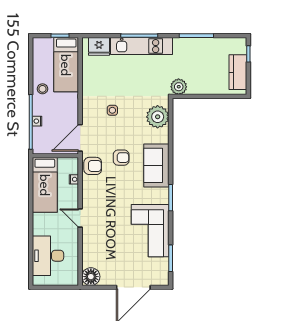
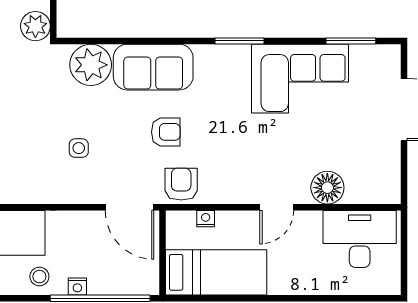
nightstand: (37, 121) -> (77, 286), moved
armchair: (121, 158) -> (166, 132), turned 90
sofa: (156, 165) -> (153, 67), moved
desk: (48, 256) -> (360, 239), moved, turned 180
floor lamp: (91, 277) -> (327, 188), moved

